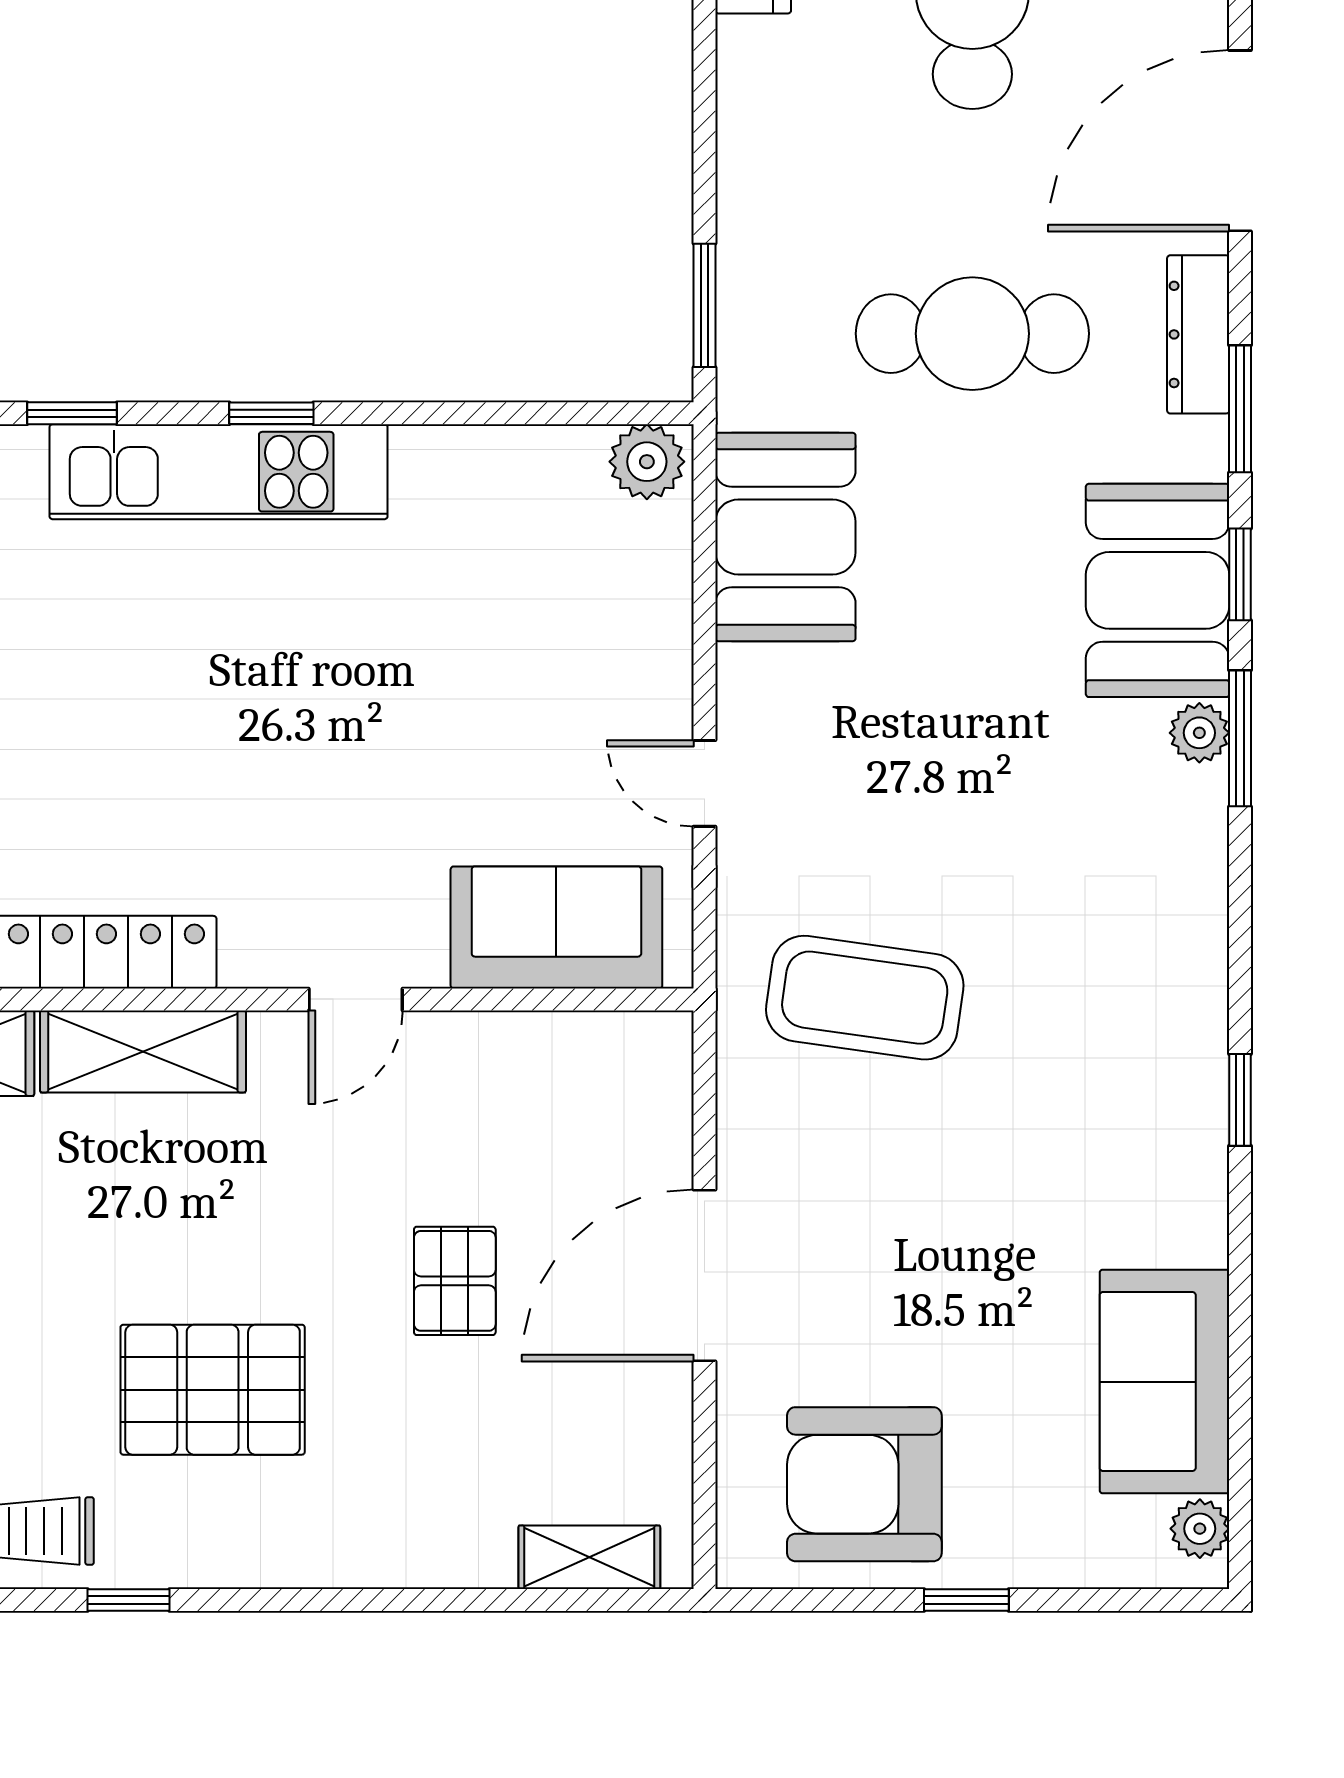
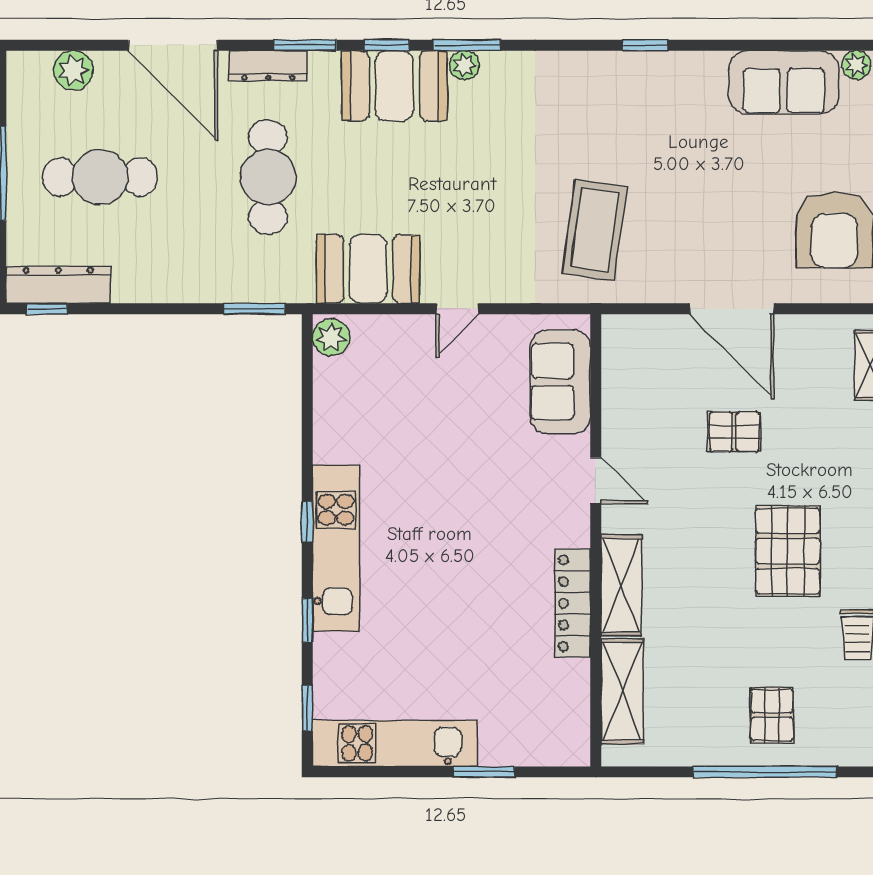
door: (705, 783) -> (458, 309), moved

